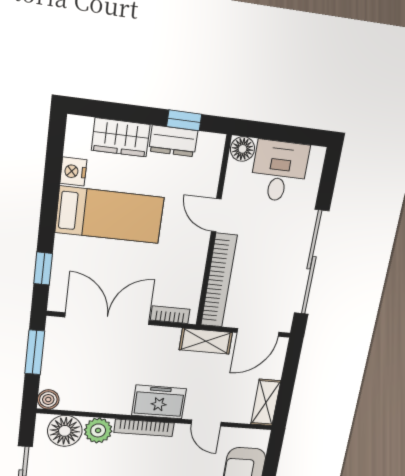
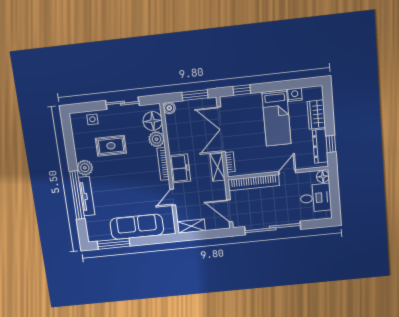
dresser: (173, 141) -> (320, 146), width x1.44
double door: (107, 319) -> (221, 129), swing flipped
shelving: (206, 341) -> (218, 167), moved

